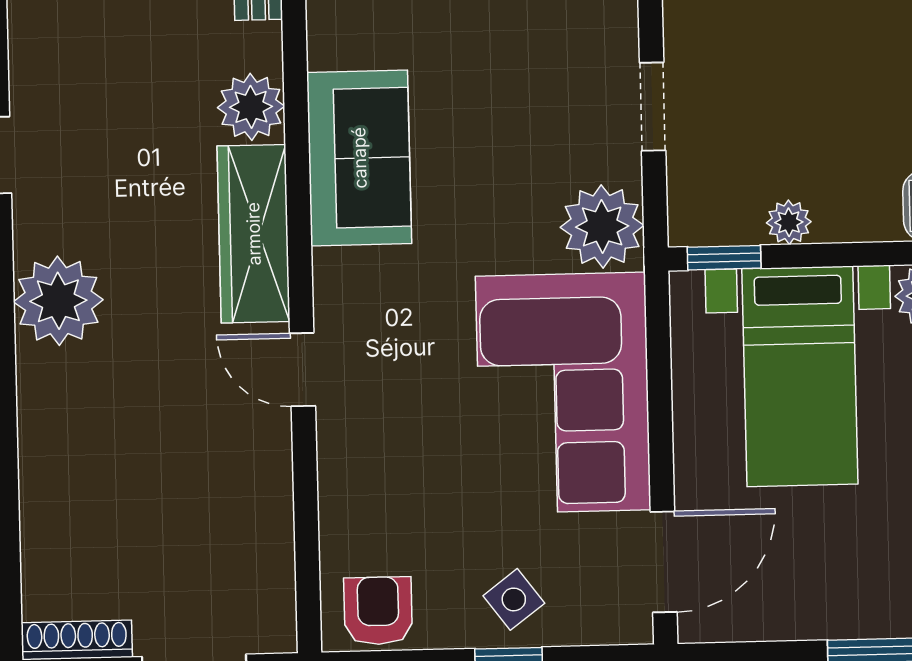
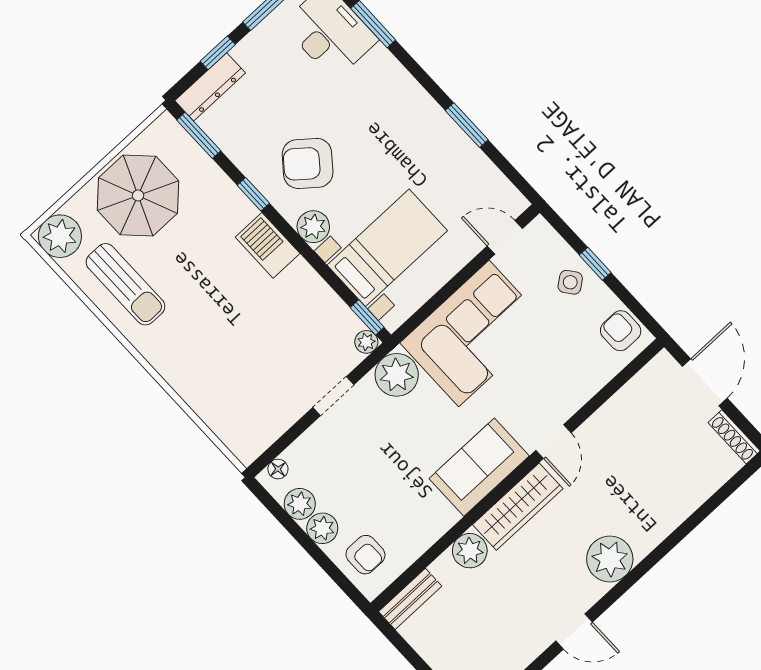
sofa: (359, 158) -> (479, 467), moved
plant: (789, 222) -> (366, 342), moved
door: (664, 562) -> (505, 237), width x0.73
armchair: (378, 611) -> (621, 331), turned 90

